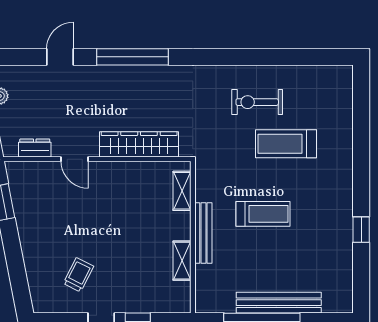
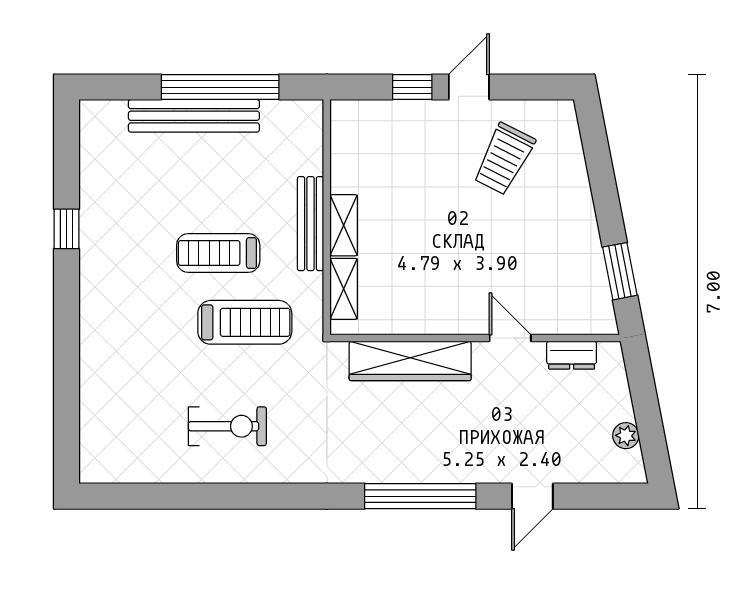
treadmill: (286, 144) -> (245, 322), moved
shelving: (182, 261) -> (344, 225), moved
trolley: (78, 275) -> (504, 159), width x1.36, depth x1.39

